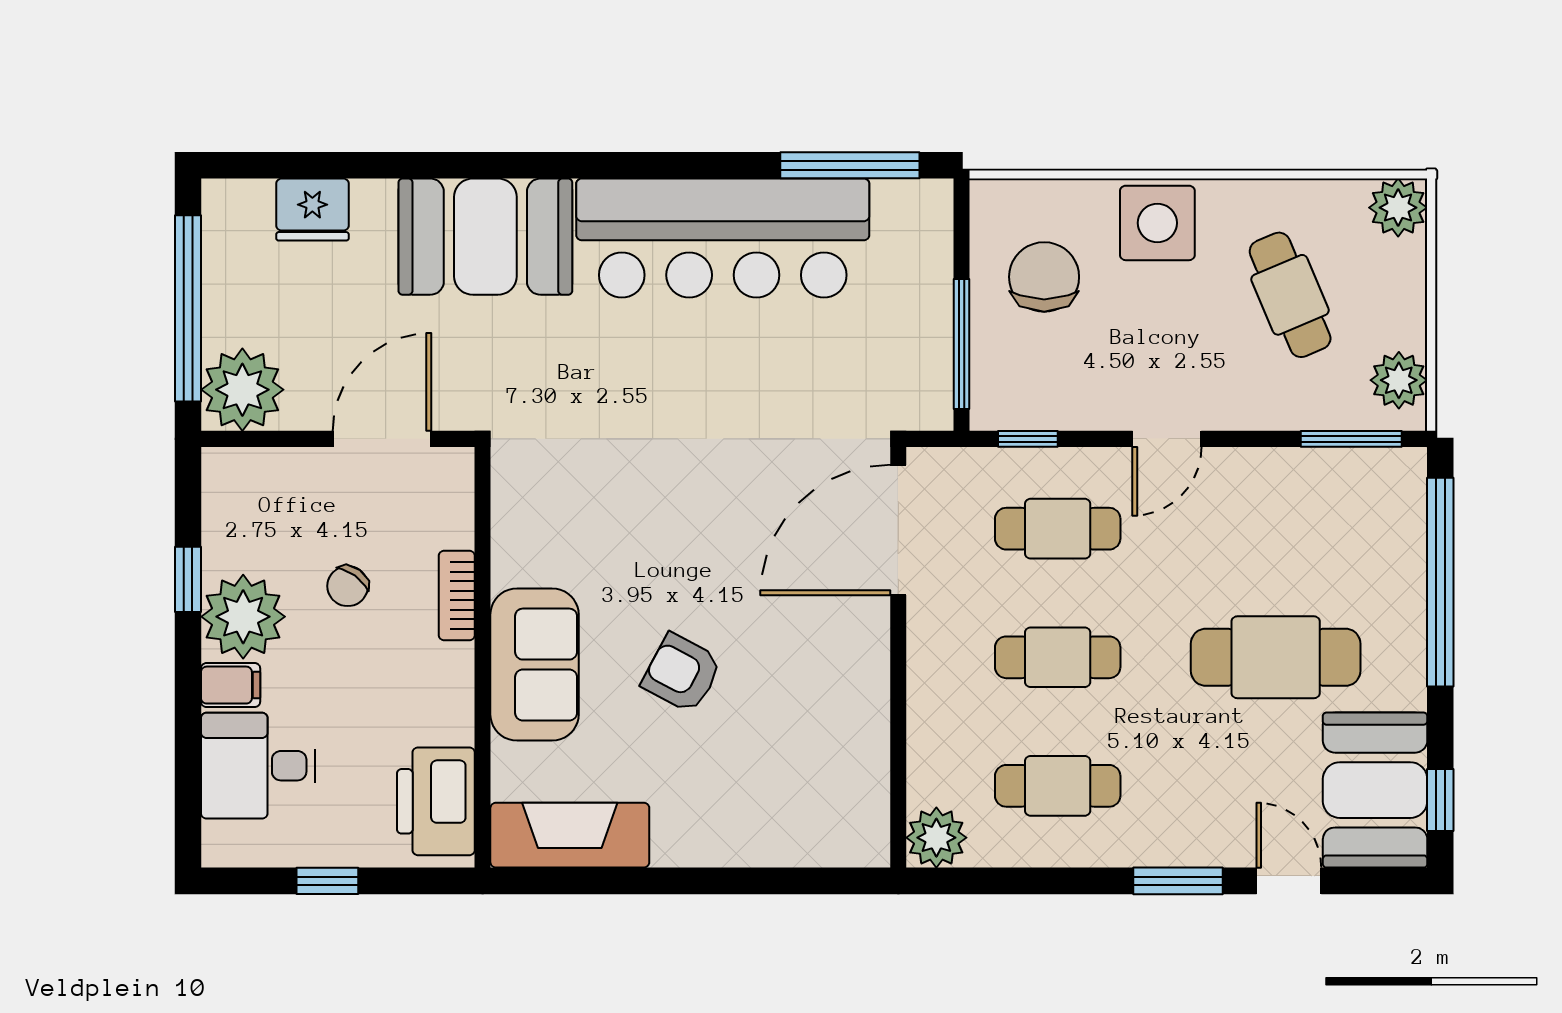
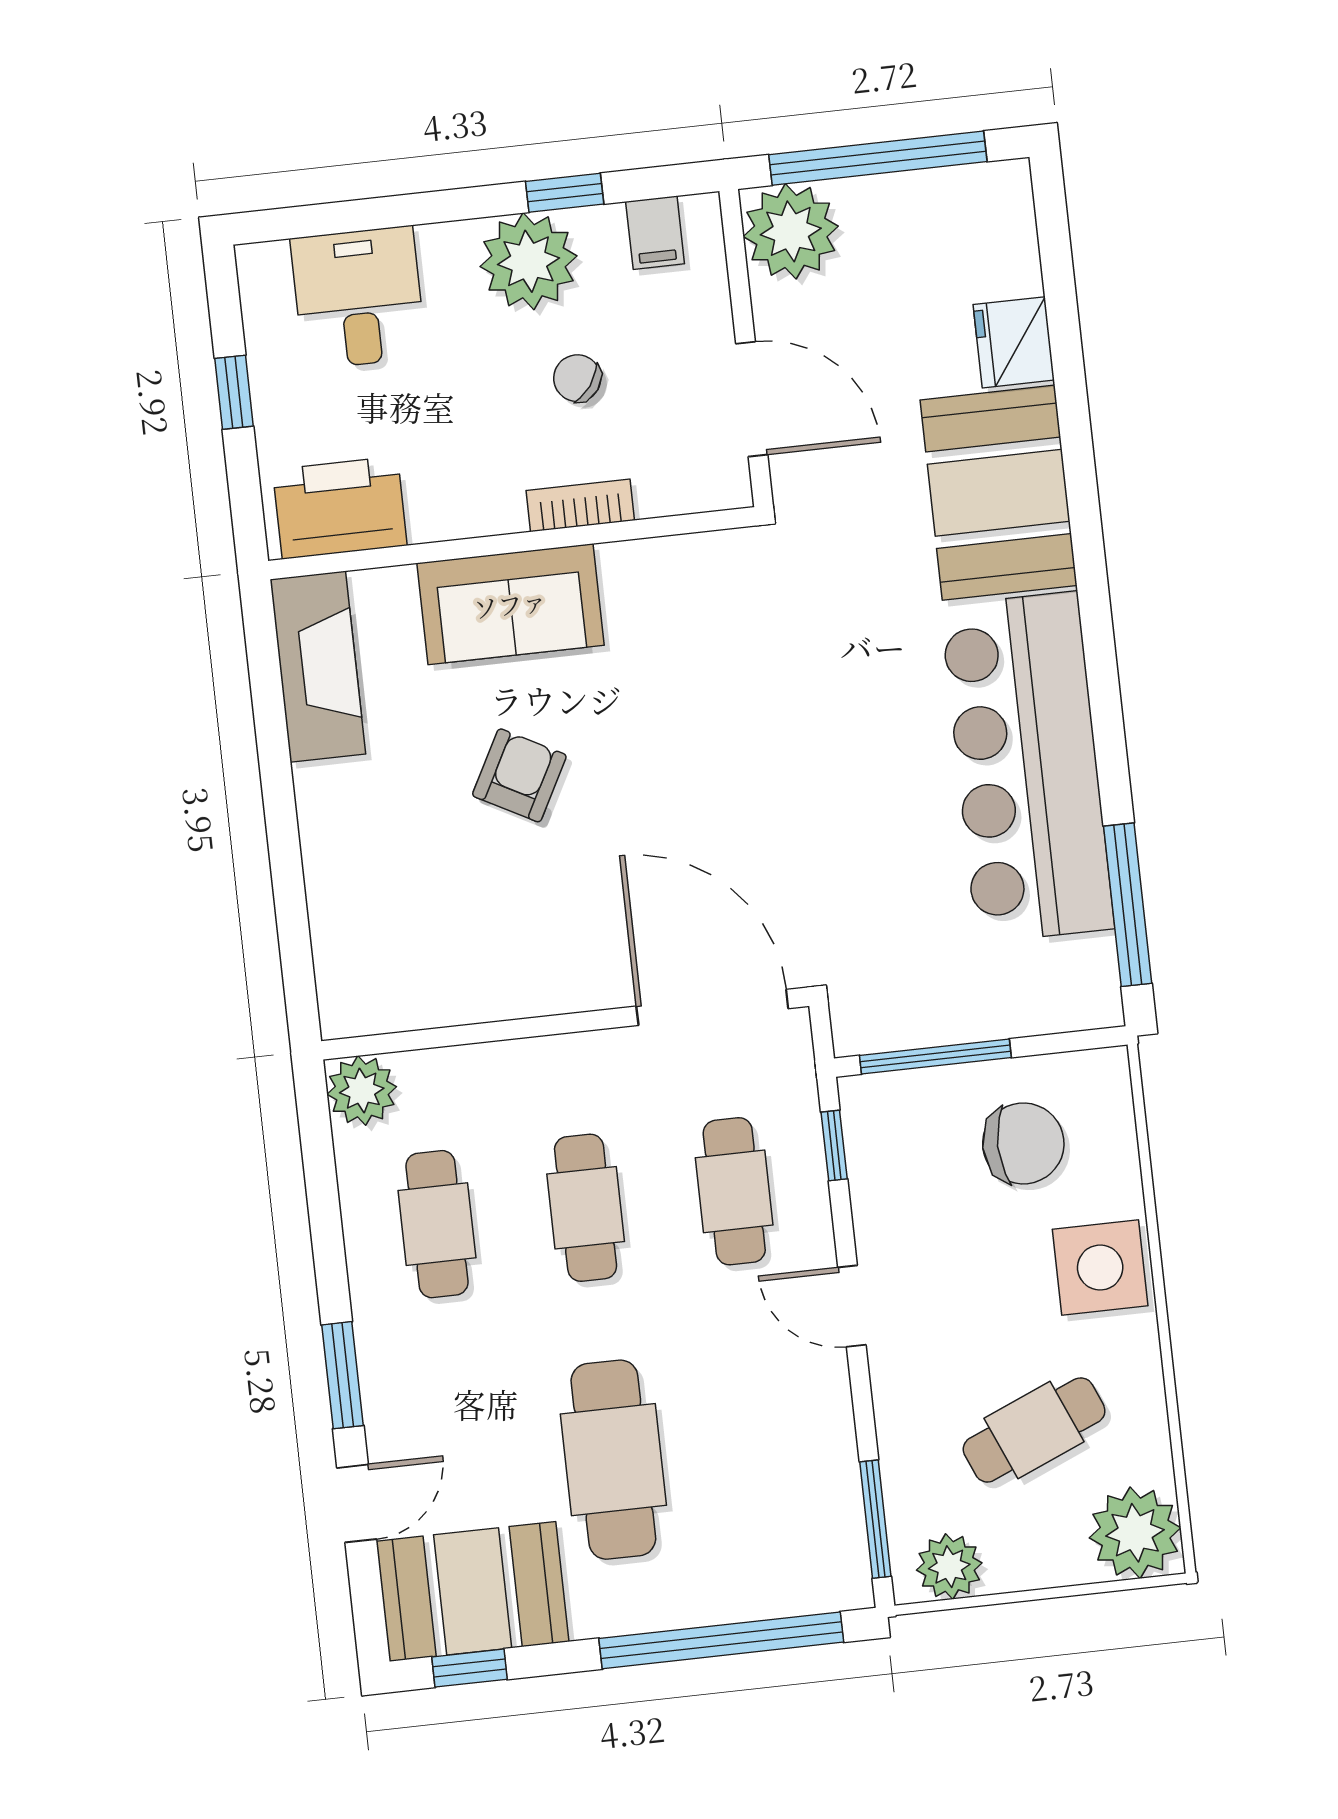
plant: (1398, 208) -> (1135, 1533), width x1.36, depth x1.36
fridge: (312, 210) -> (1014, 342), moved
filing cabinet: (231, 685) -> (655, 233), moved

